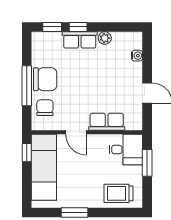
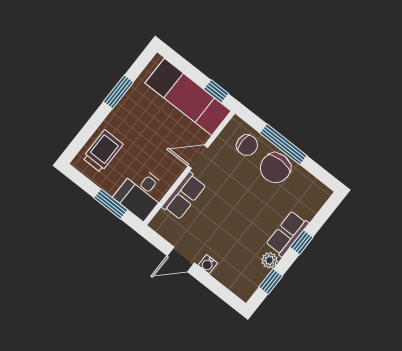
window: (52, 27) -> (271, 282), moved
water cooler: (137, 56) -> (208, 264), moved

